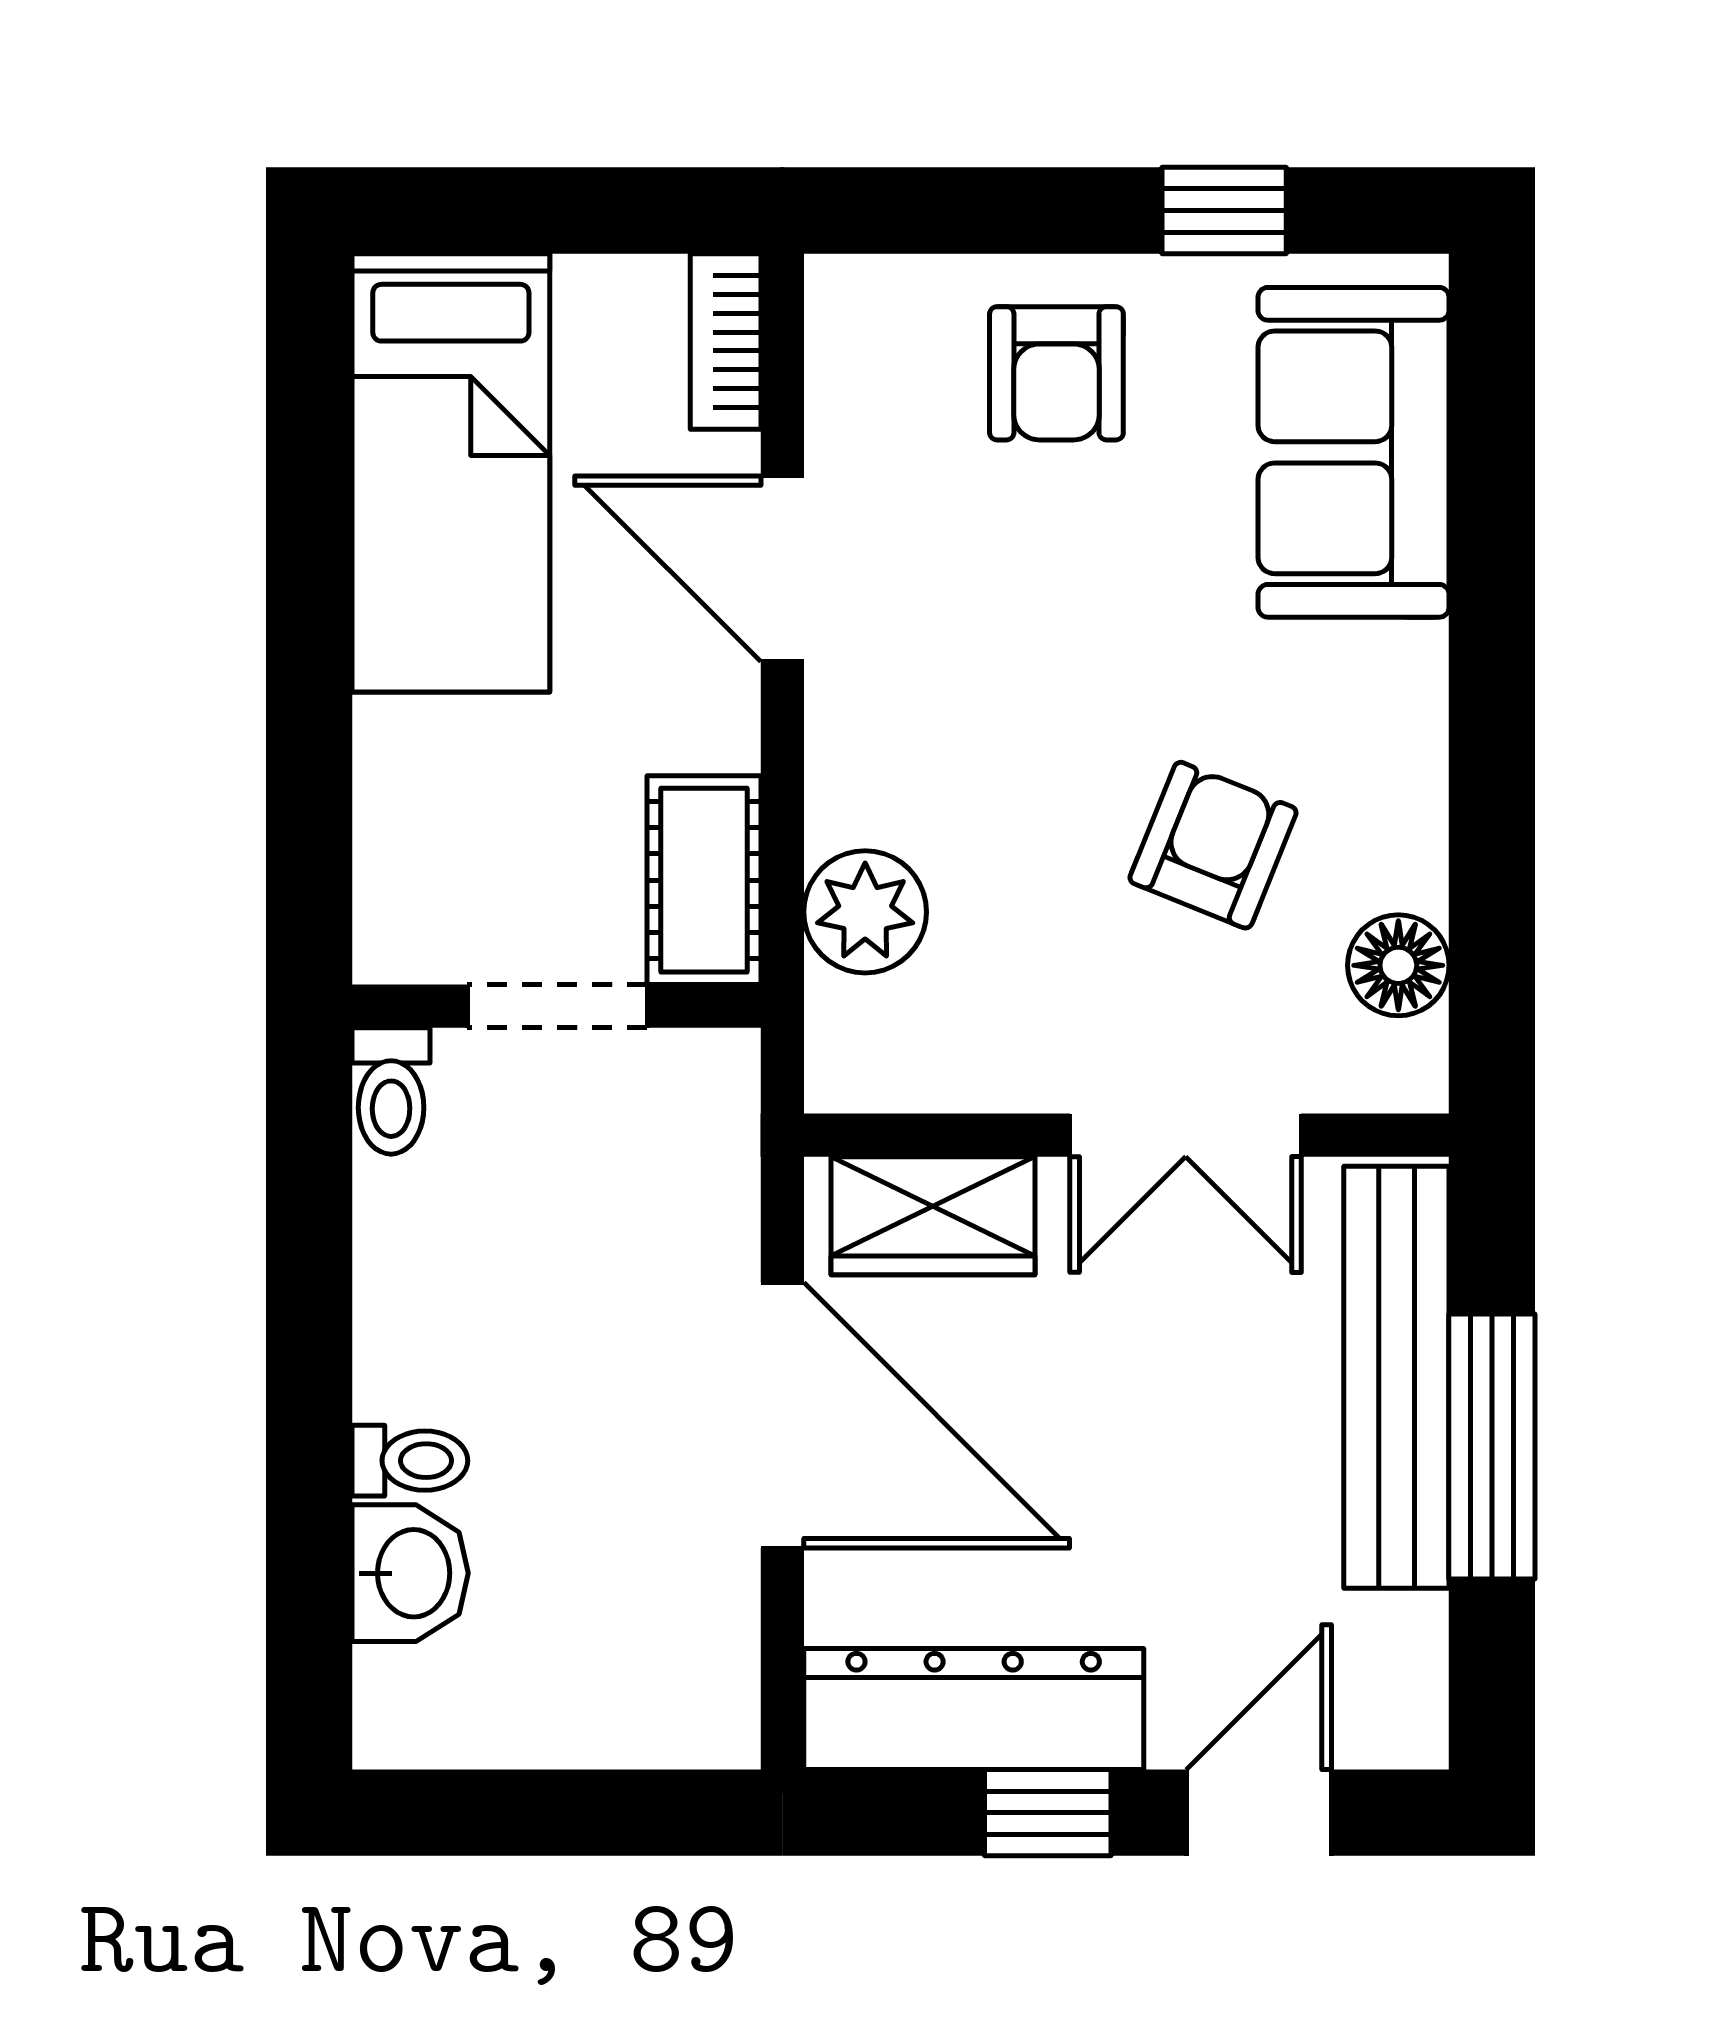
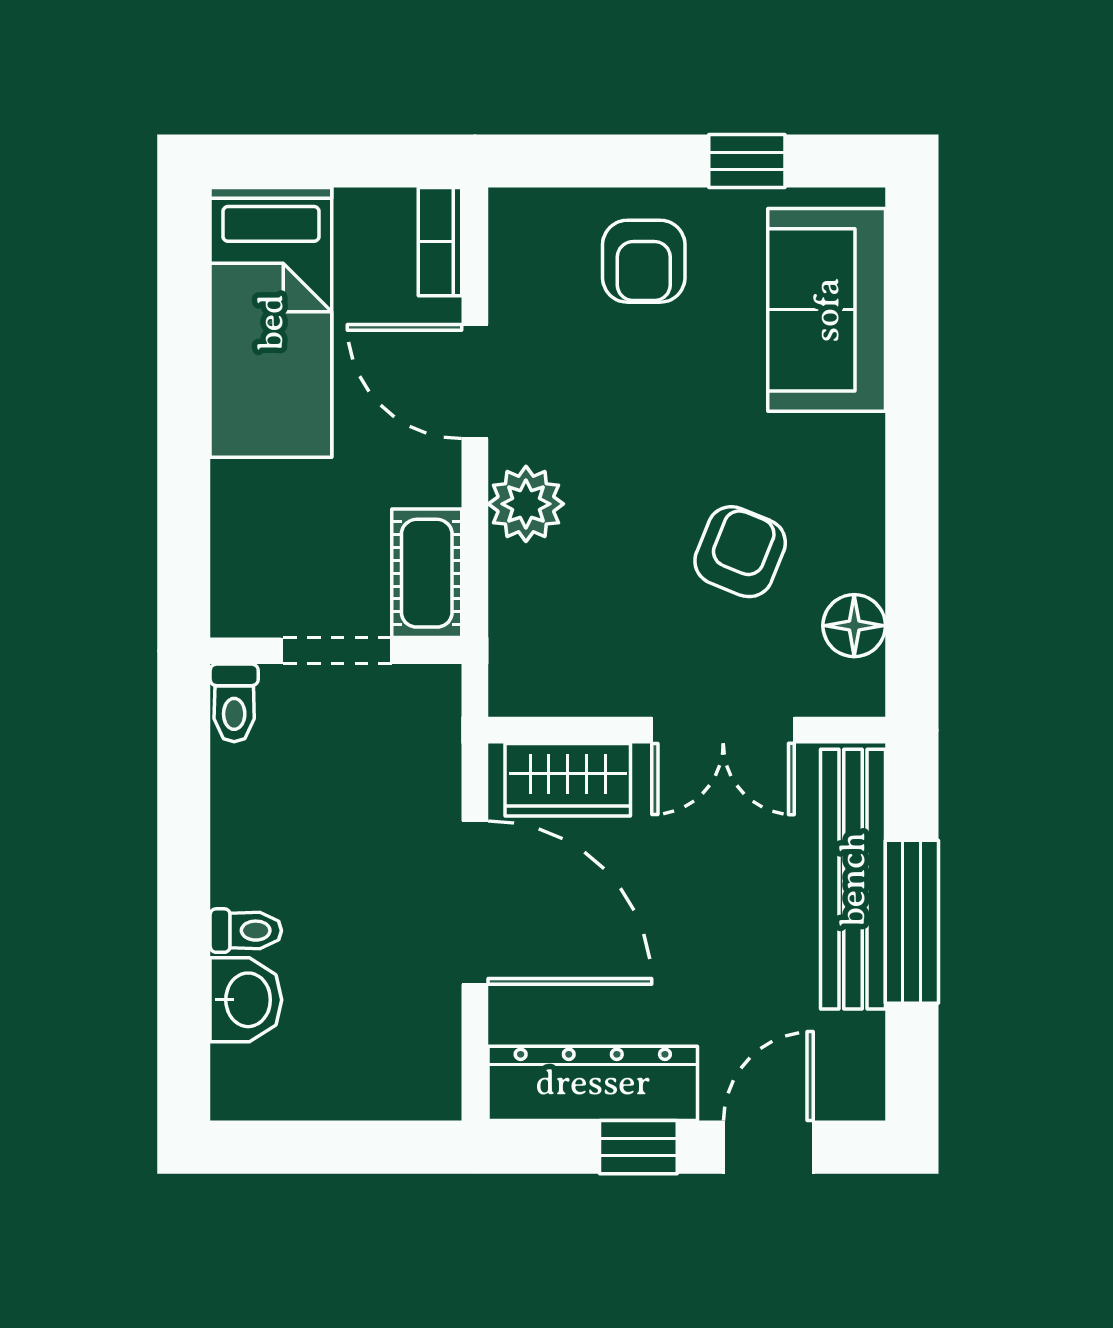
plant: (865, 912) -> (526, 504), moved

